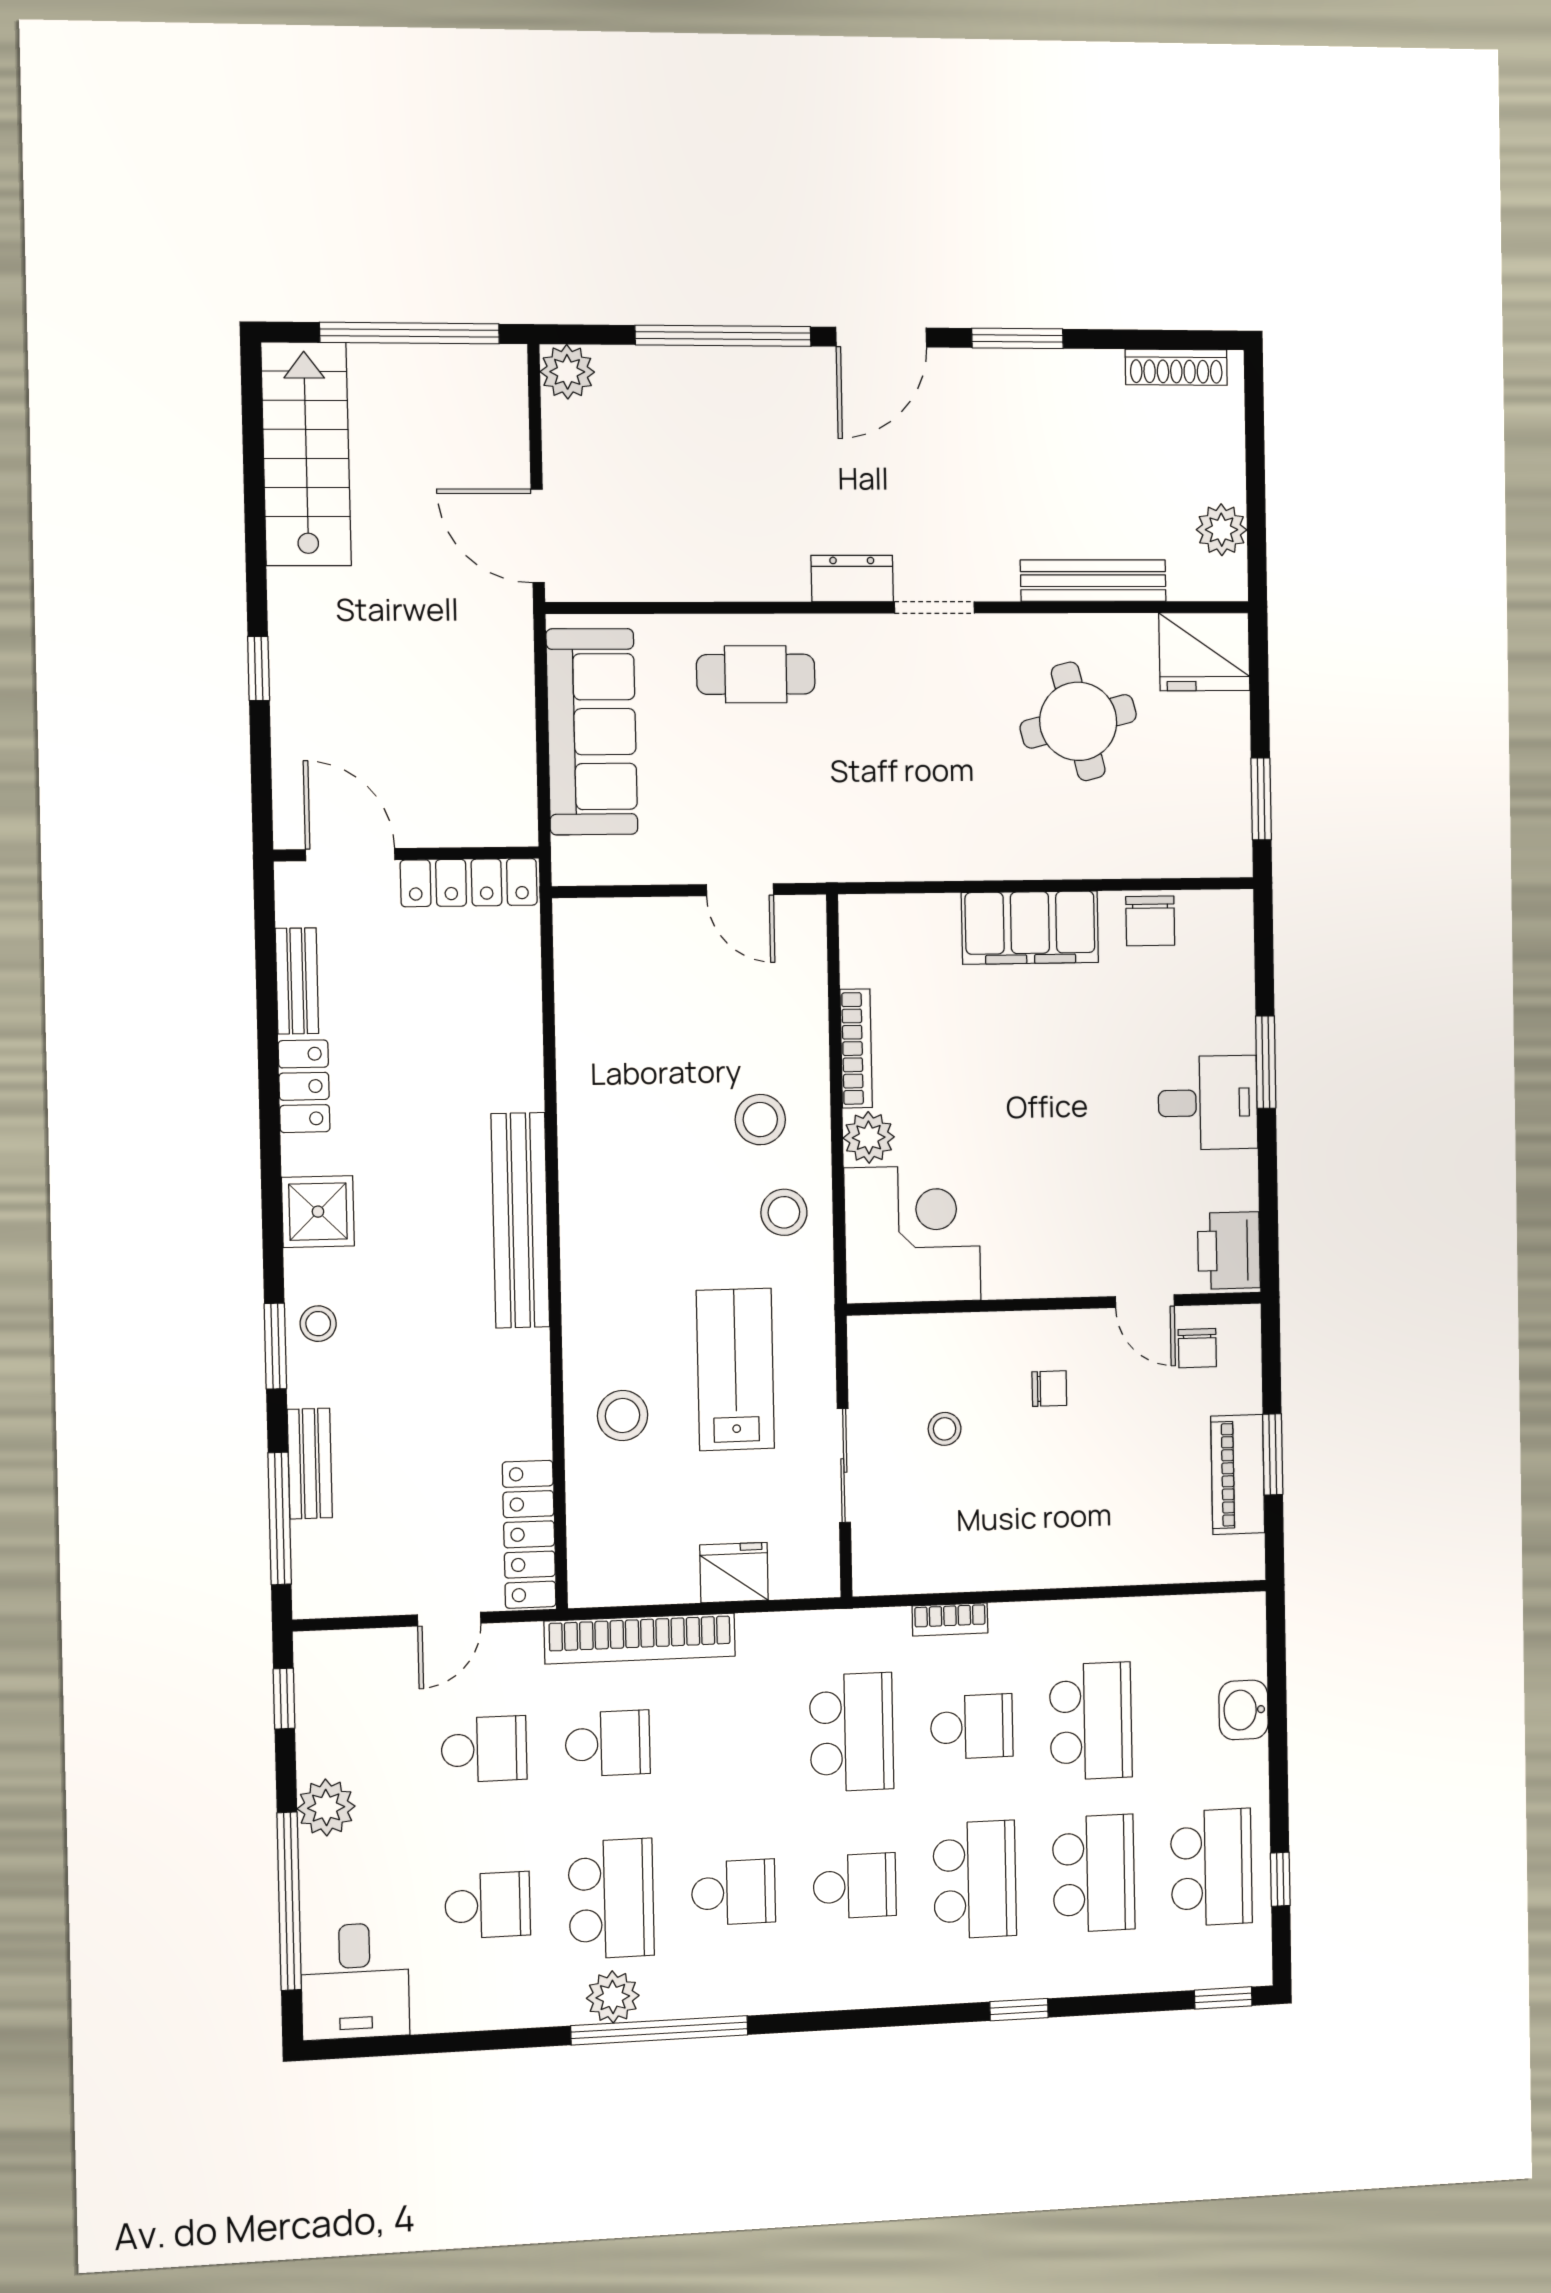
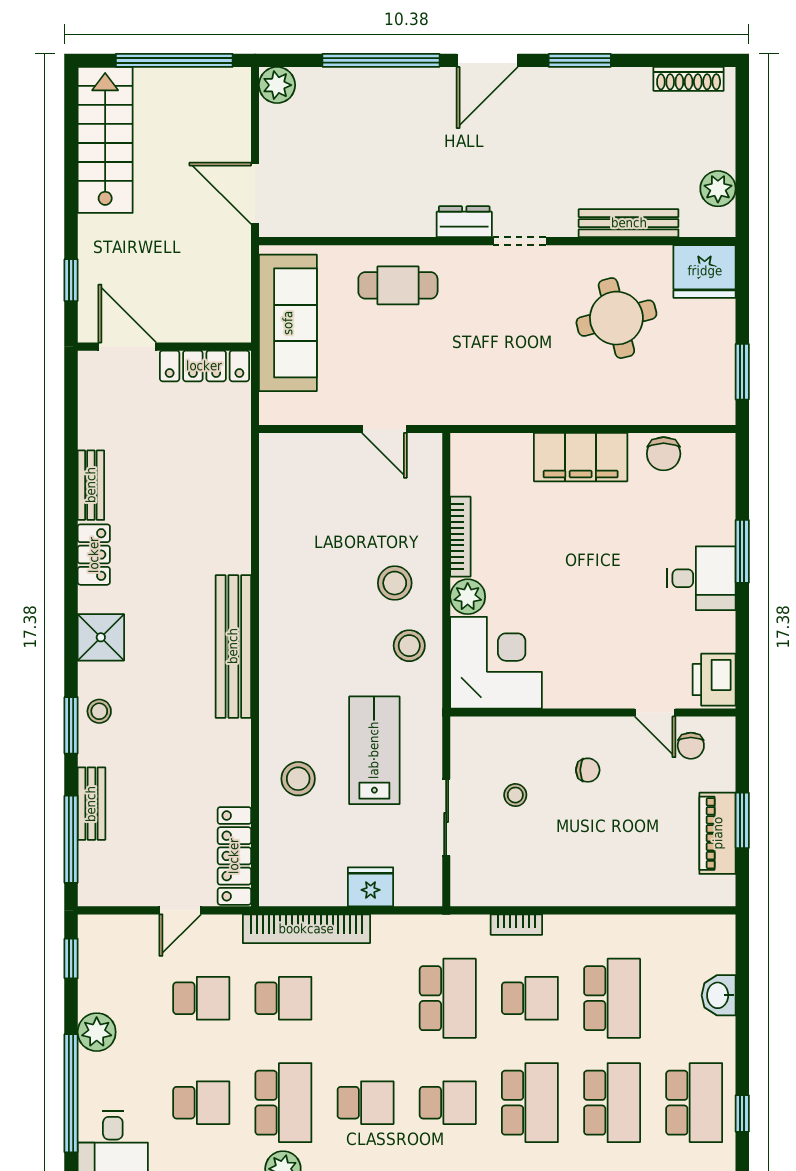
wall: (407, 854) -> (164, 347), moved
door: (350, 855) -> (127, 347), moved
locker: (469, 883) -> (204, 366), moved

